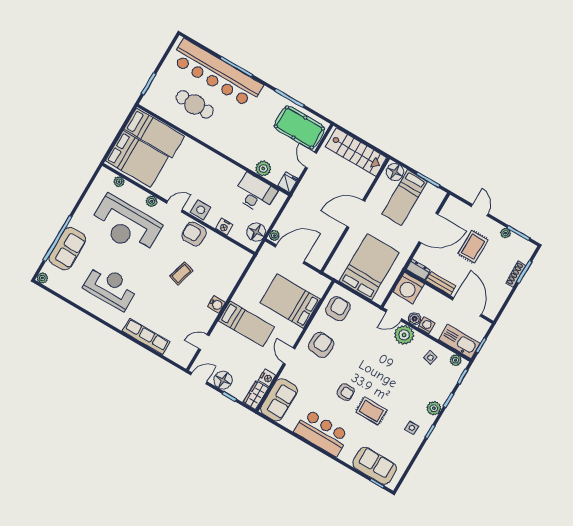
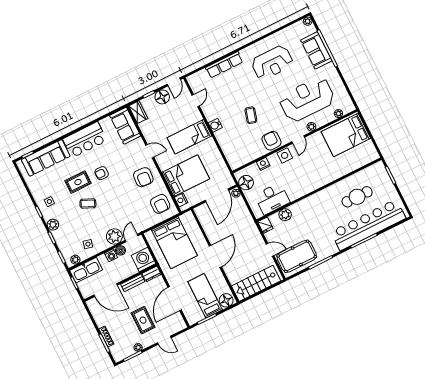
bed: (154, 133) -> (356, 158), removed
armchair: (194, 234) -> (272, 141), turned -90
nightstand: (267, 378) -> (181, 200), moved
coffee table: (387, 386) -> (88, 203), added
sofa: (375, 466) -> (46, 158), width x1.36

